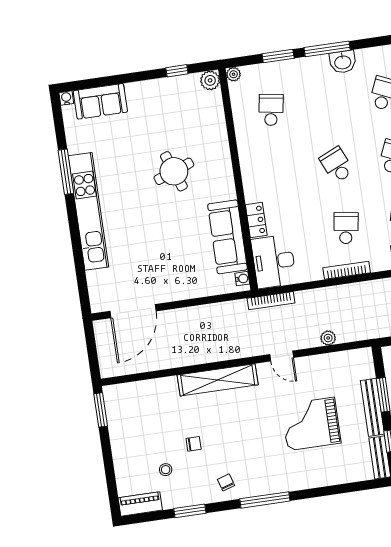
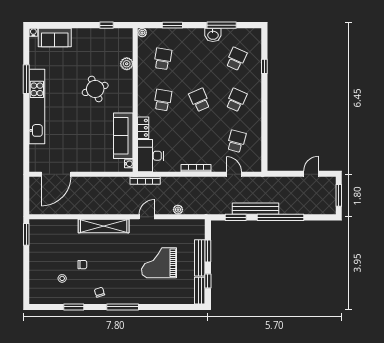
window: (327, 49) -> (222, 25), moved
plant: (210, 80) -> (127, 64), moved
school desk: (346, 228) -> (163, 100), moved
door: (282, 356) -> (147, 217), swing flipped
piano: (140, 504) -> (43, 298), removed

